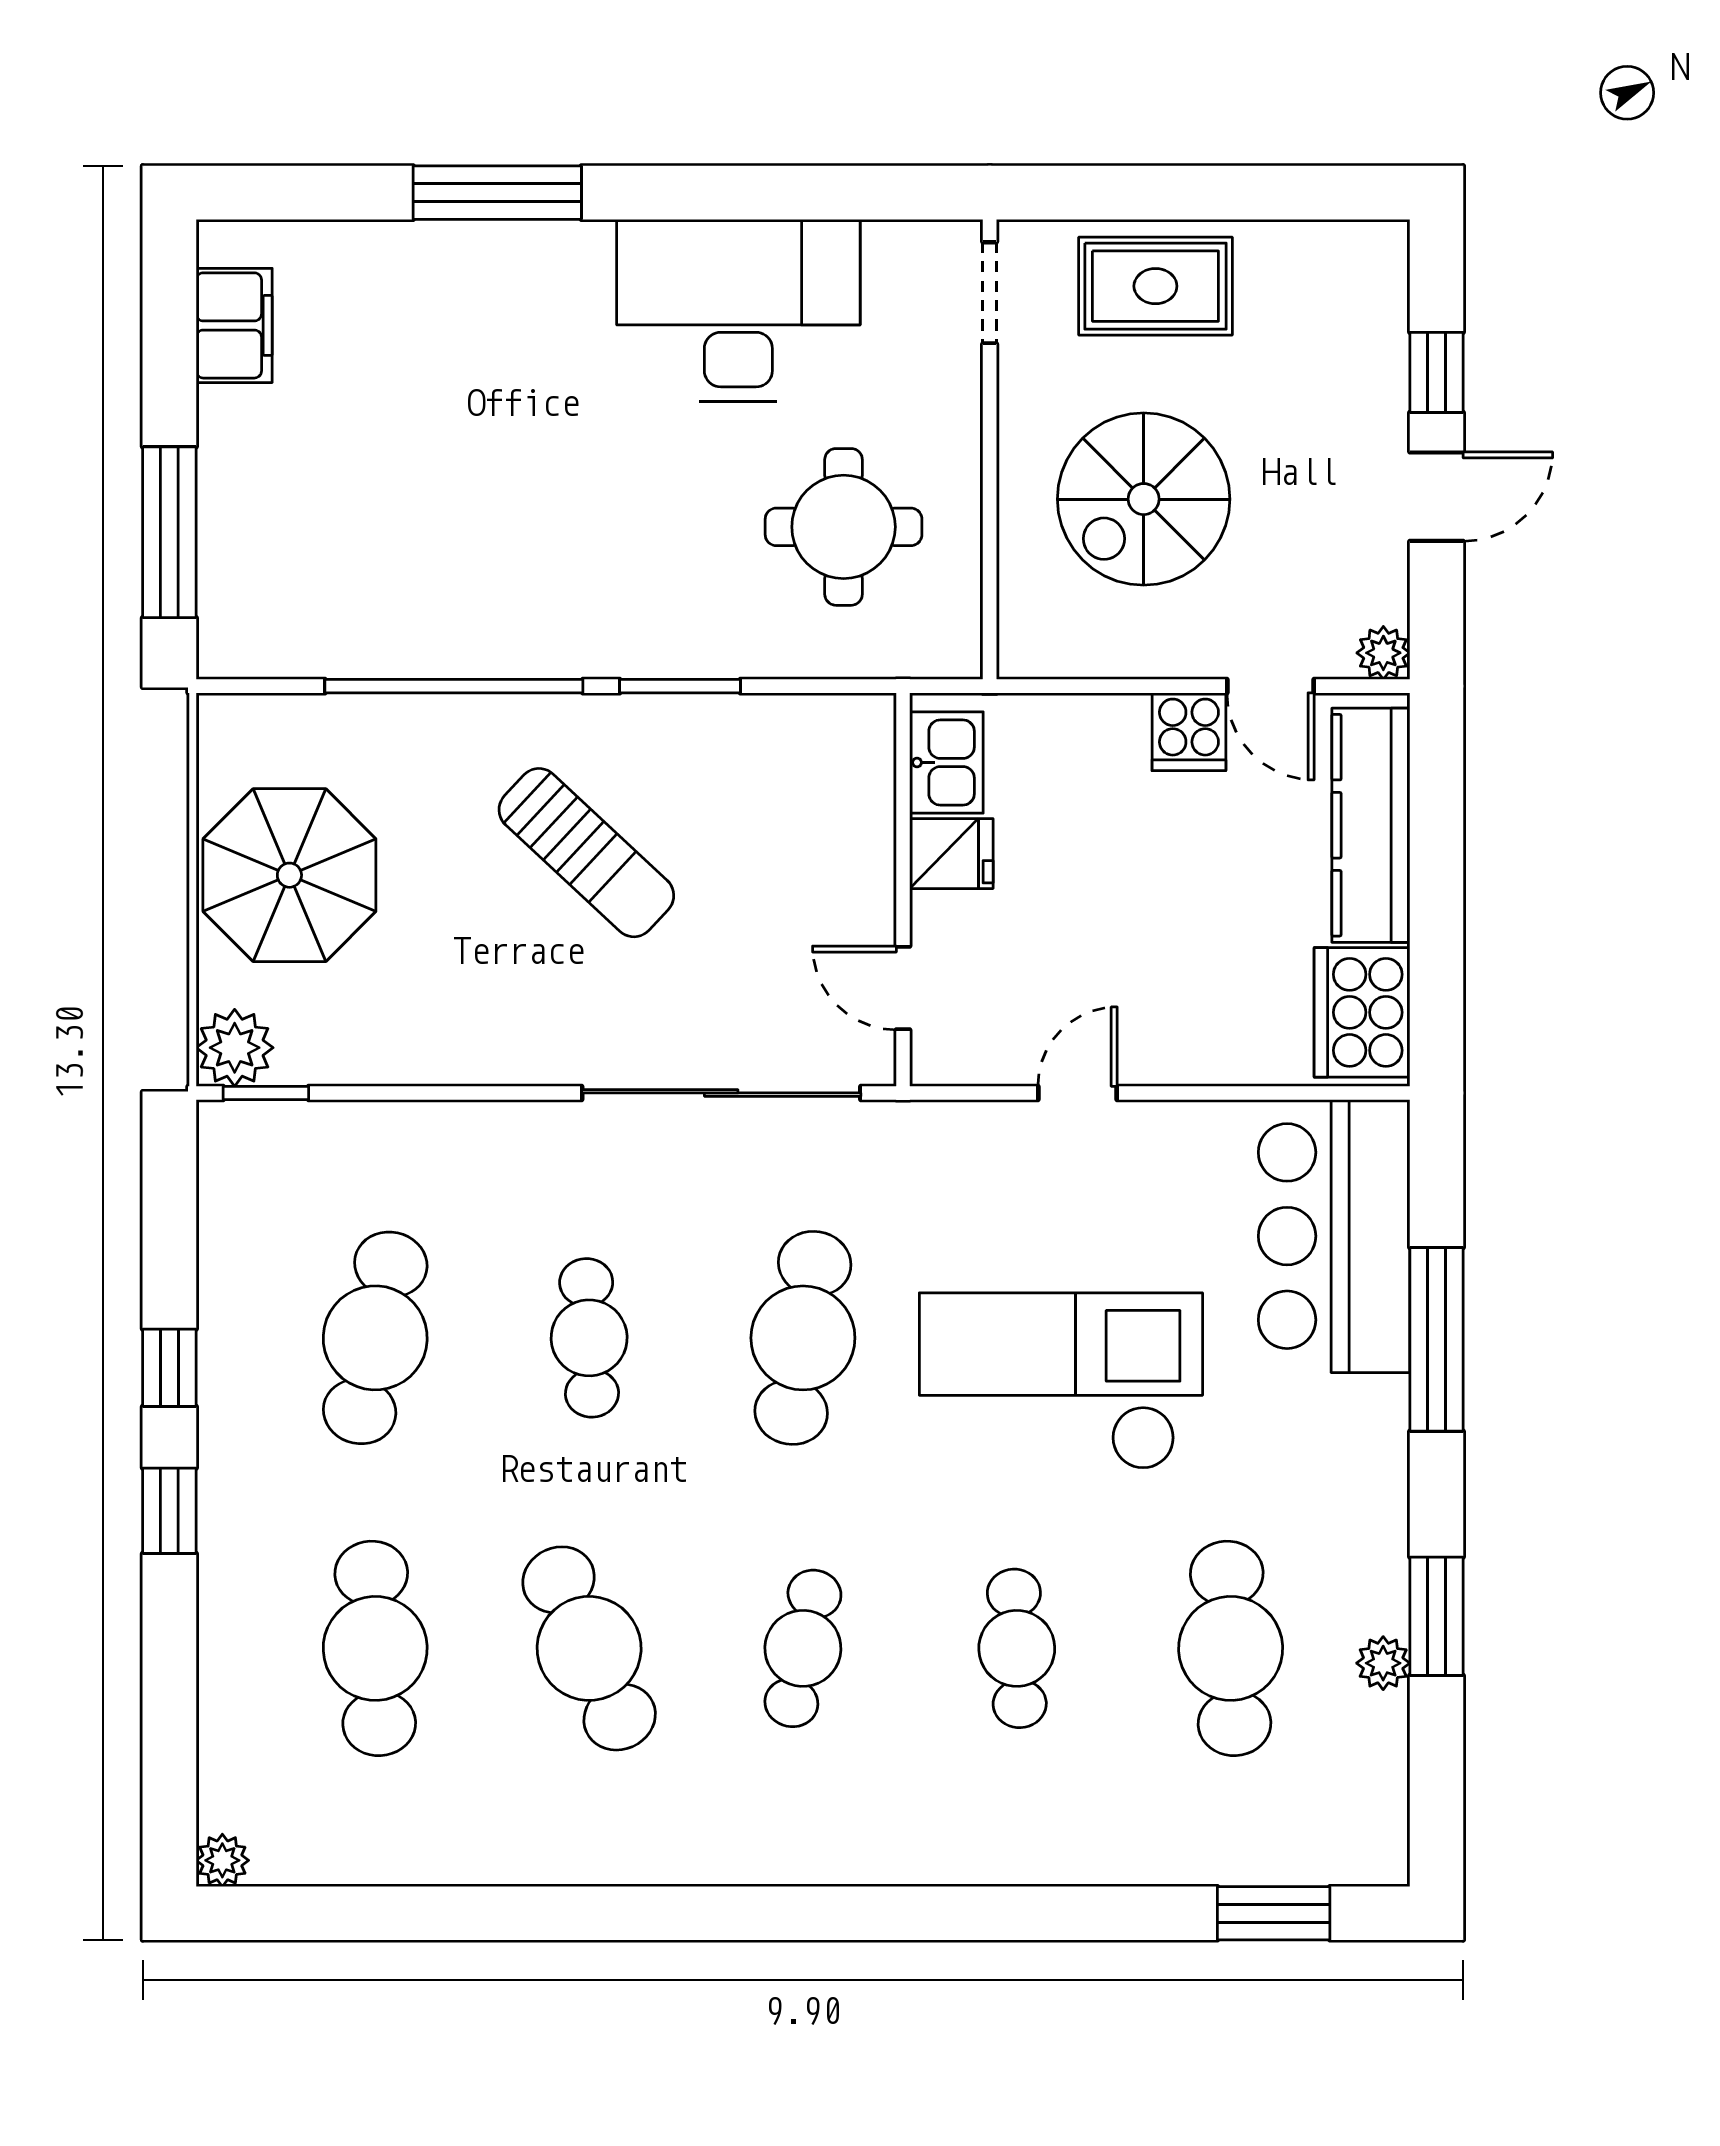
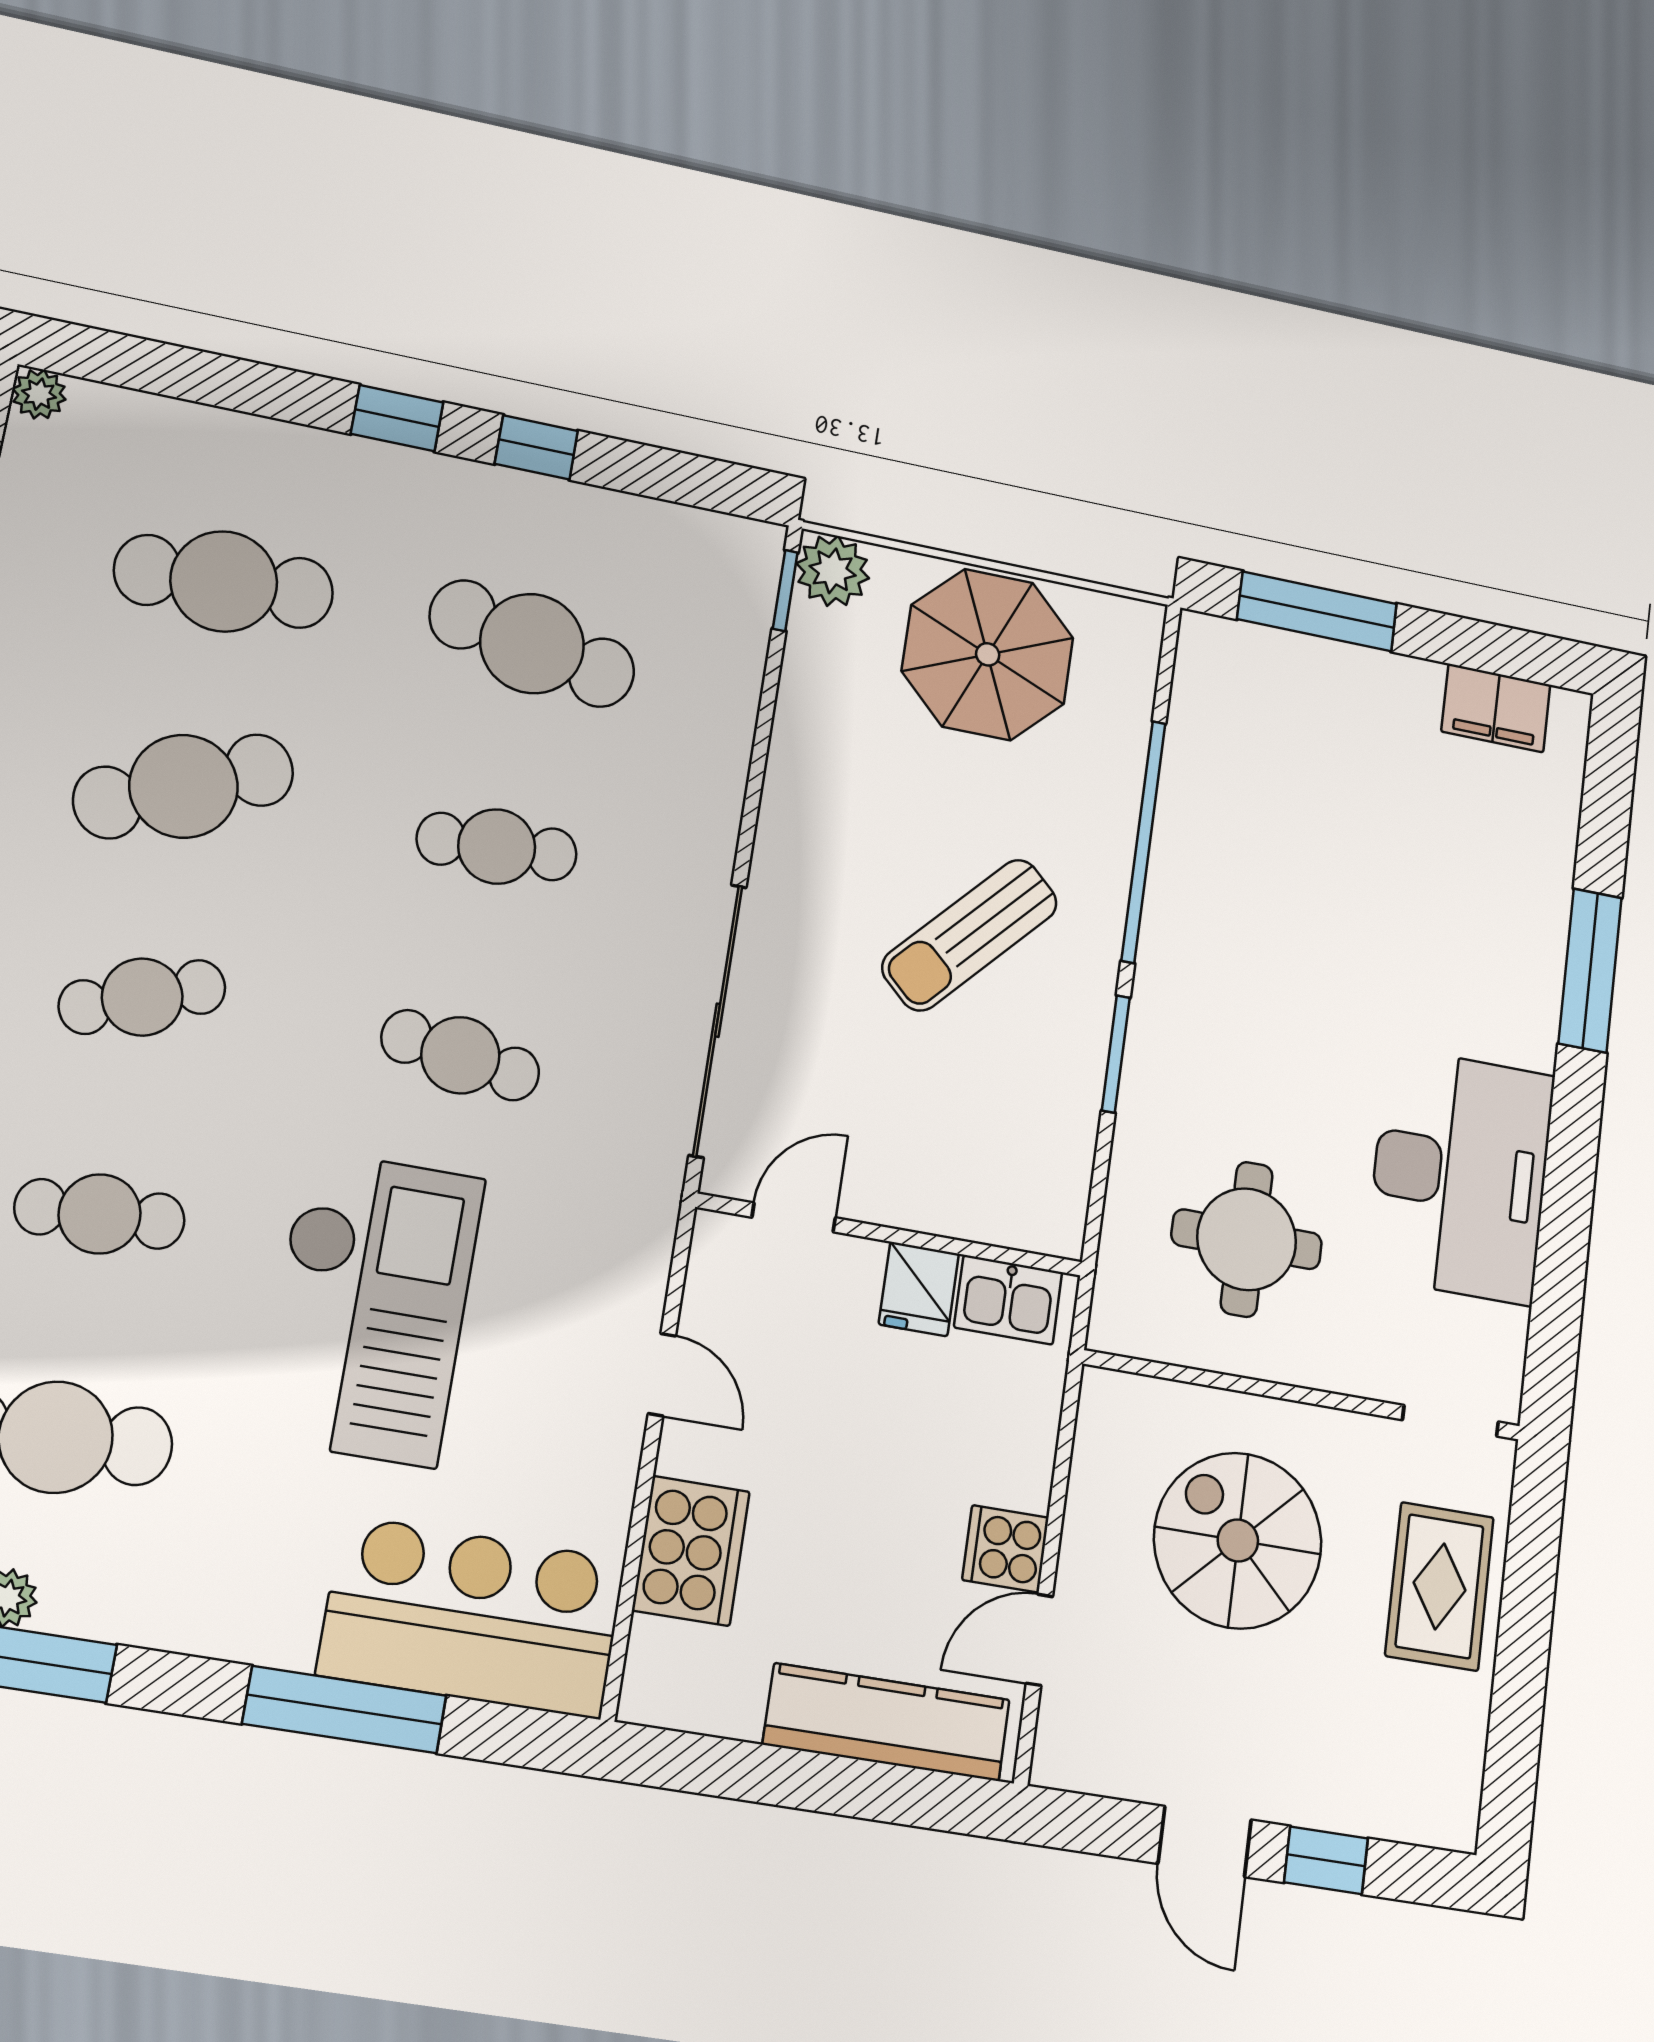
plant: (1383, 653) -> (1057, 1762), removed
cooker: (1362, 1012) -> (691, 1551), moved, turned 90
cafe table: (803, 1338) -> (460, 1055), width x0.73, depth x0.74
cafe table: (803, 1648) -> (142, 997), turned -33

